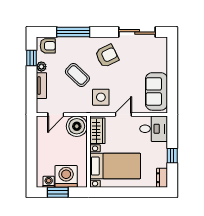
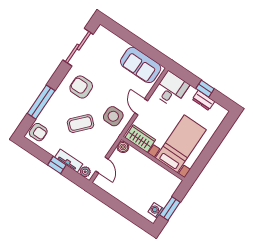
armchair: (48, 46) -> (38, 132), turned 90
armchair: (107, 56) -> (81, 87), turned -64
window: (32, 58) -> (57, 165), moved
plant: (41, 67) -> (85, 172), moved
boiler: (77, 126) -> (123, 147), width x0.54, depth x0.54
washing machine: (66, 176) -> (161, 192), removed
dresser: (162, 178) -> (203, 100), moved

